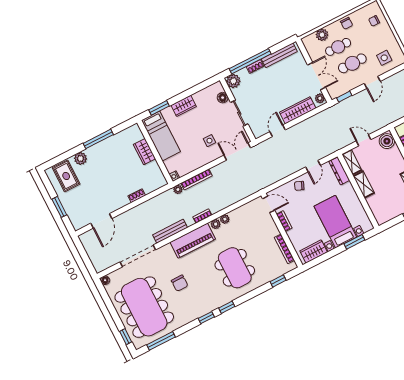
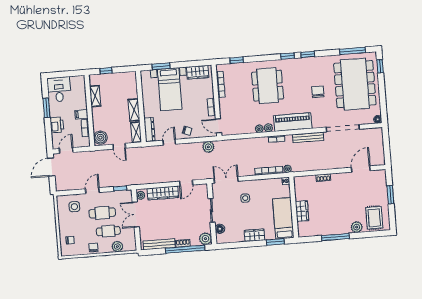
double door: (237, 151) -> (226, 180), swing flipped
plant: (270, 178) -> (208, 147), added

